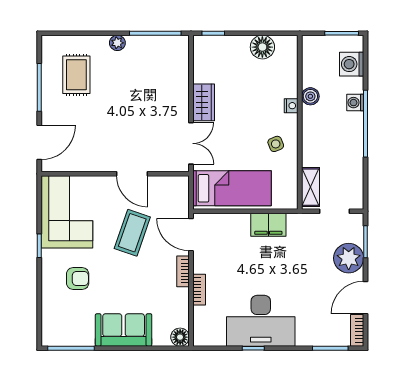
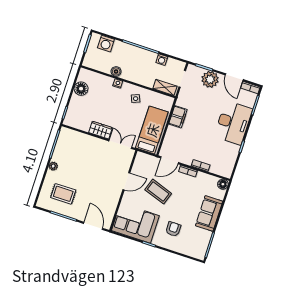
washing machine: (355, 103) -> (162, 60), moved
desk: (261, 321) -> (233, 123), moved

